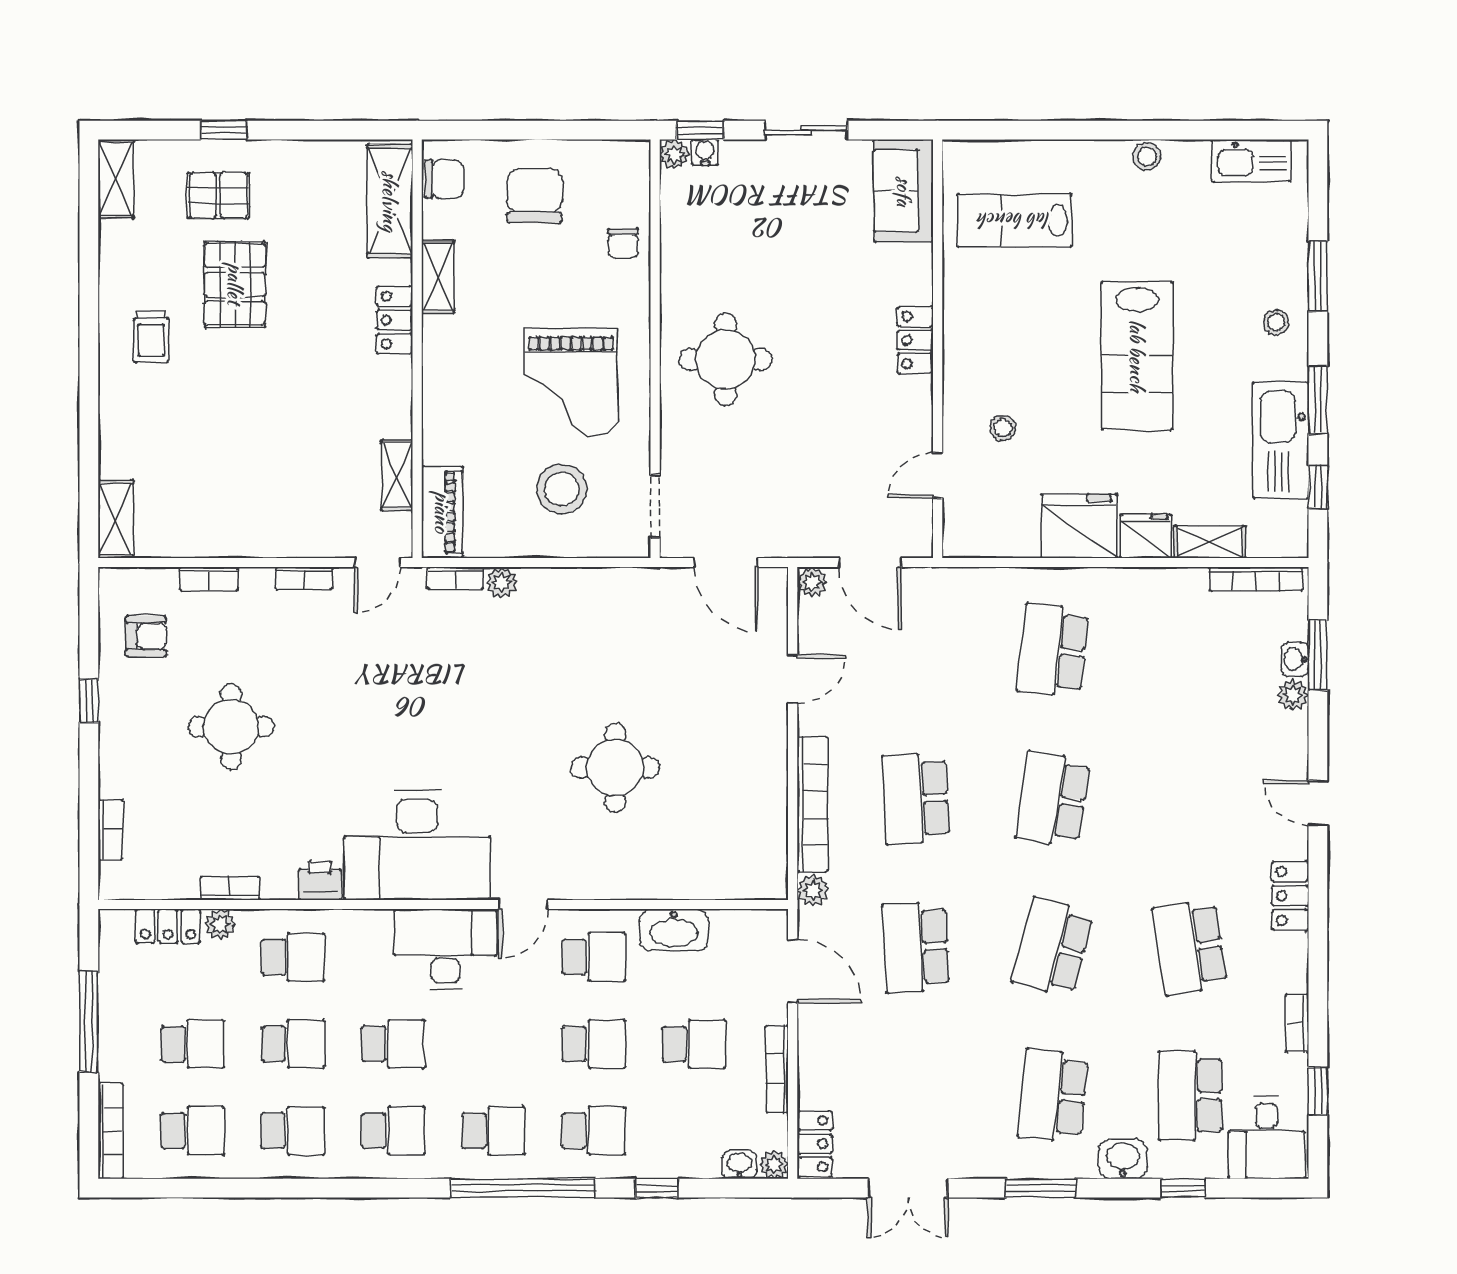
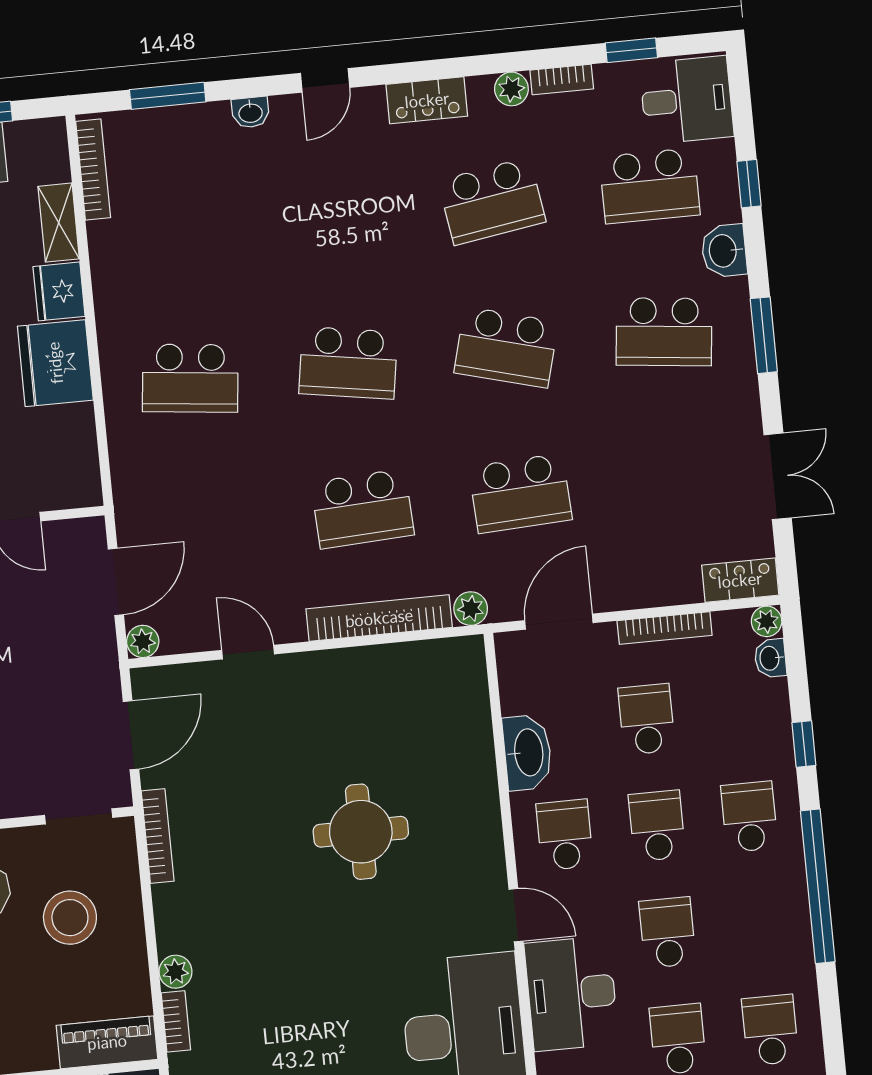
bookcase: (630, 578) -> (158, 836), added
washbasin: (1295, 659) -> (250, 112), moved
plant: (1293, 695) -> (511, 89), moved
school desk: (493, 1131) -> (667, 932), moved

